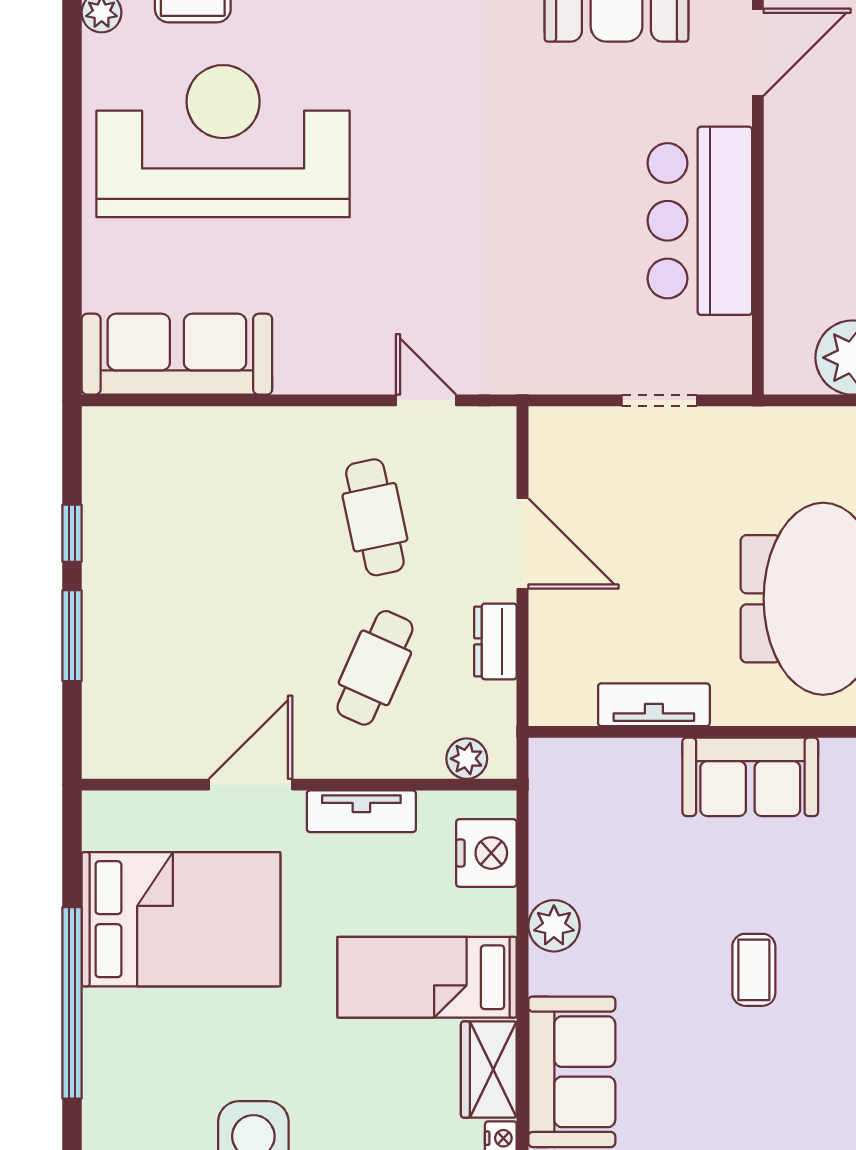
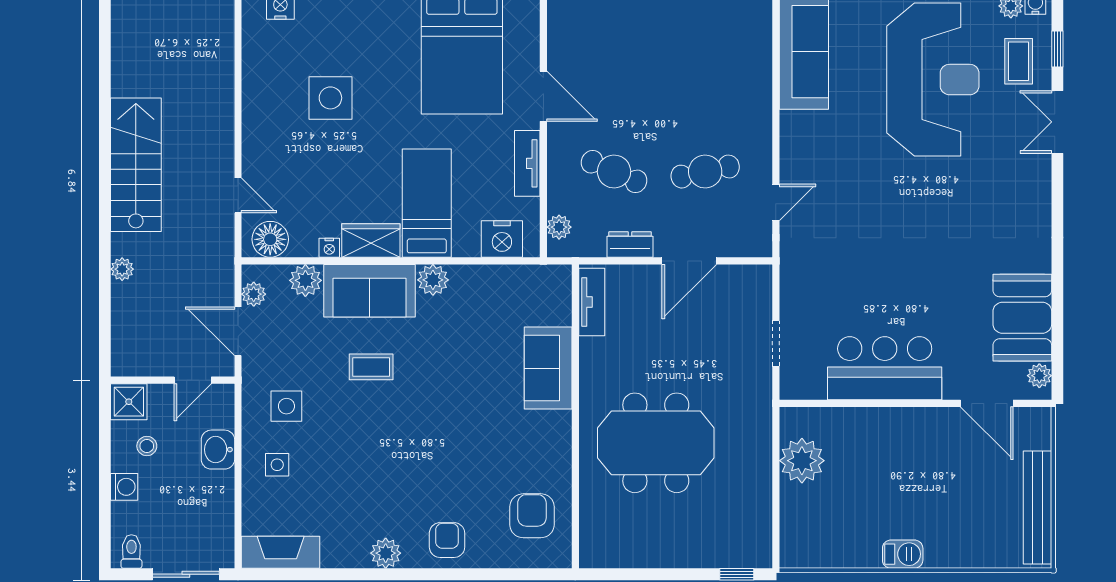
tv unit: (654, 705) -> (592, 302), moved
sofa: (750, 777) -> (548, 368), moved
plant: (554, 926) -> (433, 280), moved
coffee table: (754, 970) -> (371, 367), moved

